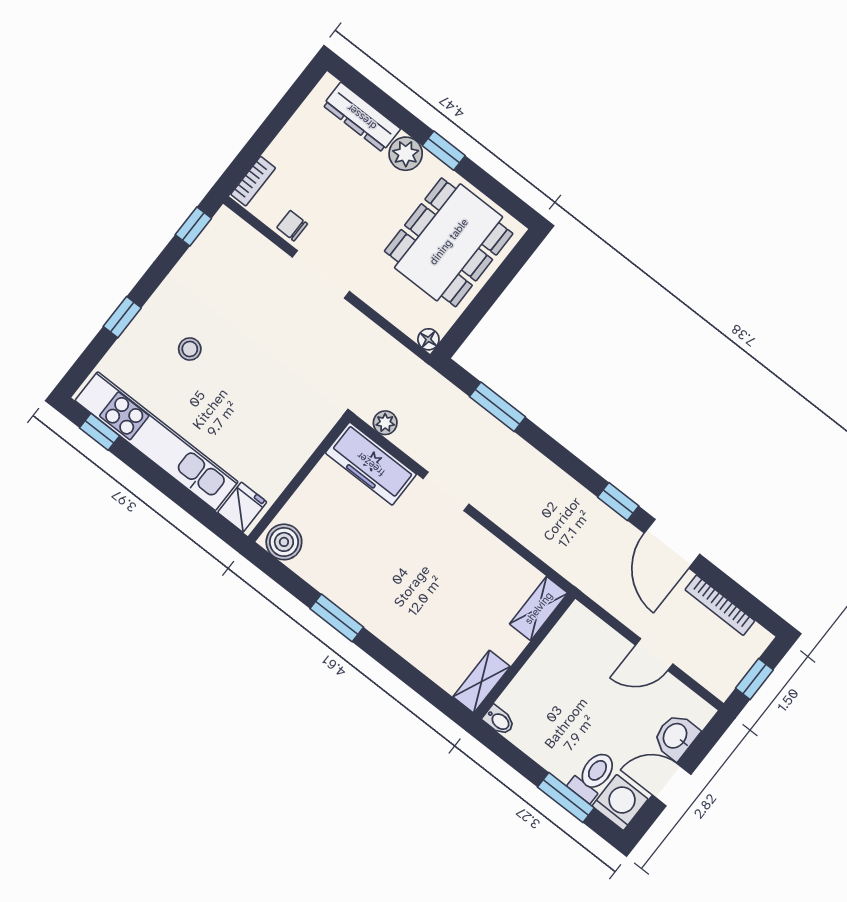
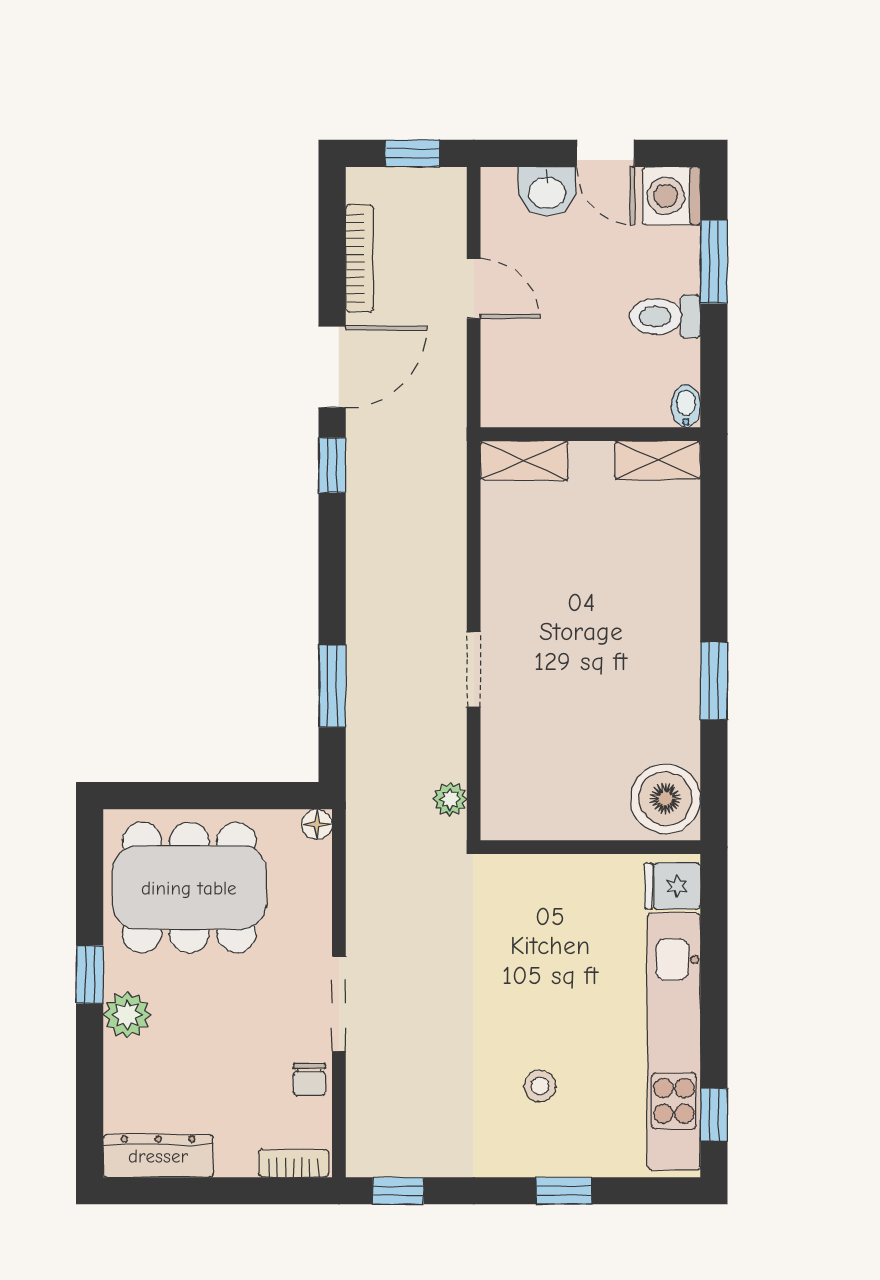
dresser: (362, 117) -> (158, 1156), moved, turned -90
freezer: (371, 464) -> (509, 779), removed
boiler: (284, 542) -> (665, 799), width x1.37, depth x1.37
toilet: (593, 776) -> (665, 317), moved

